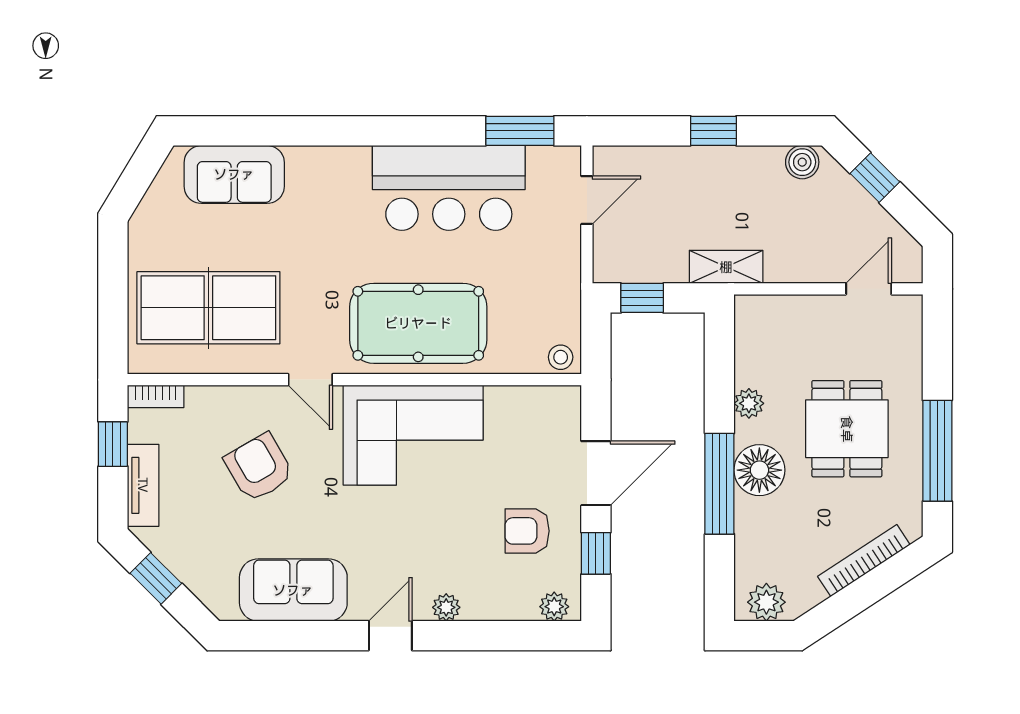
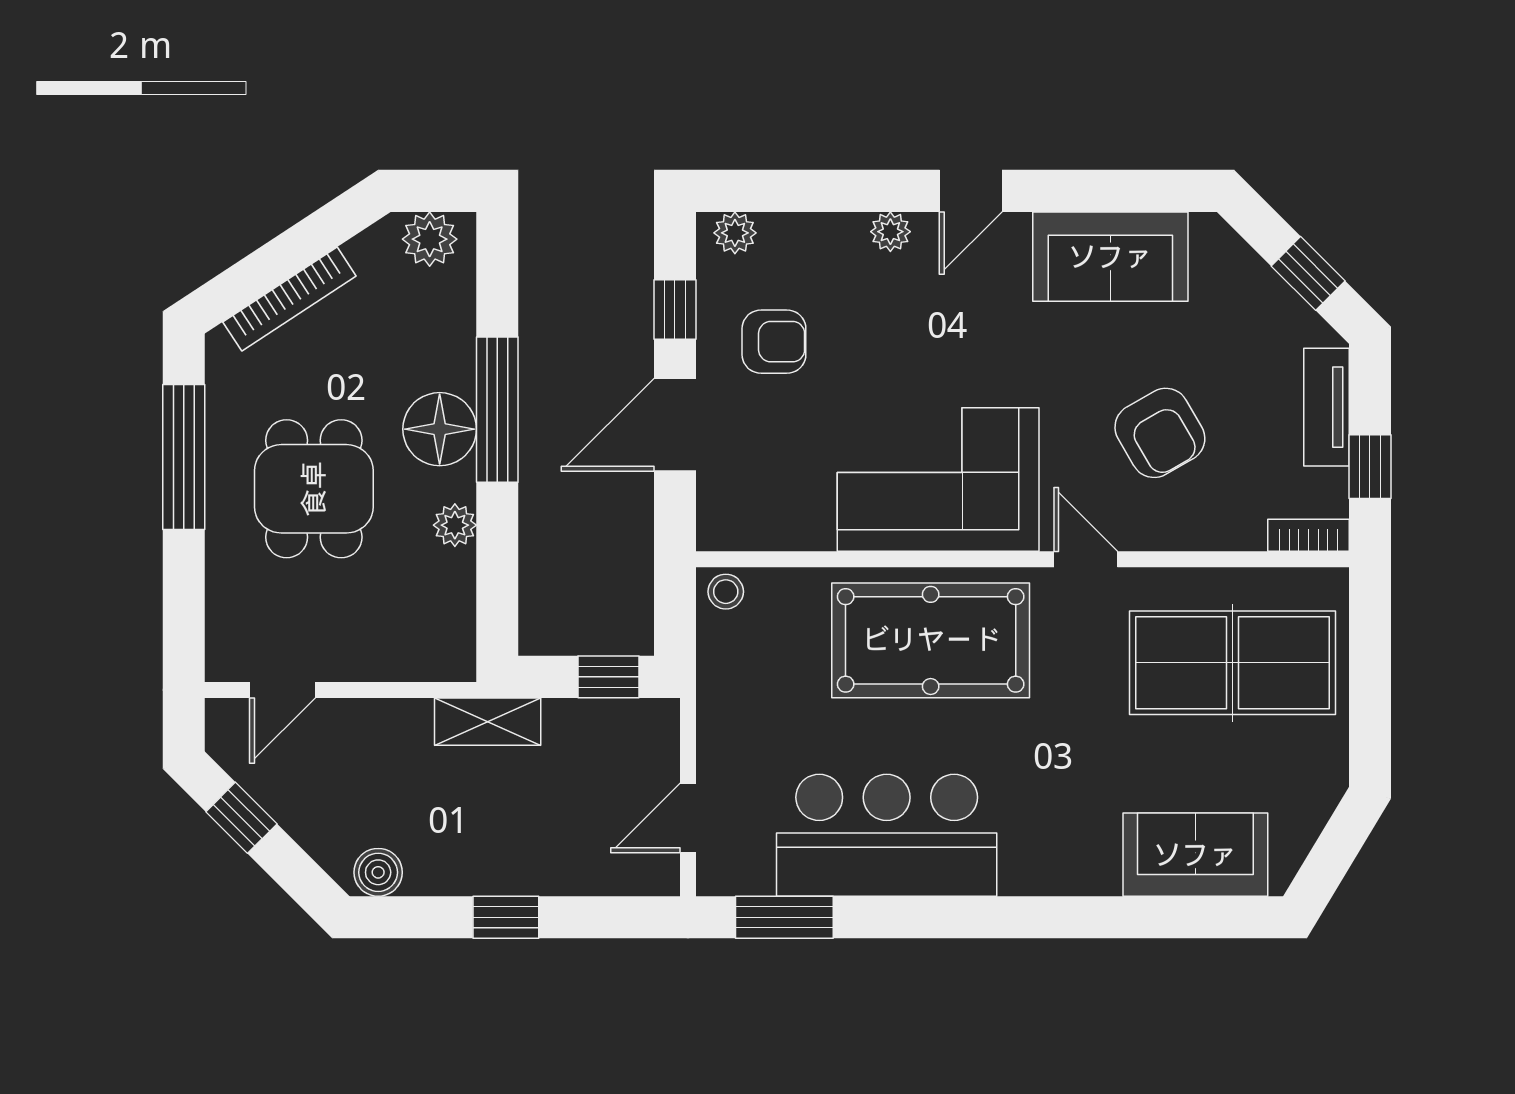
window: (875, 178) -> (241, 818), moved

